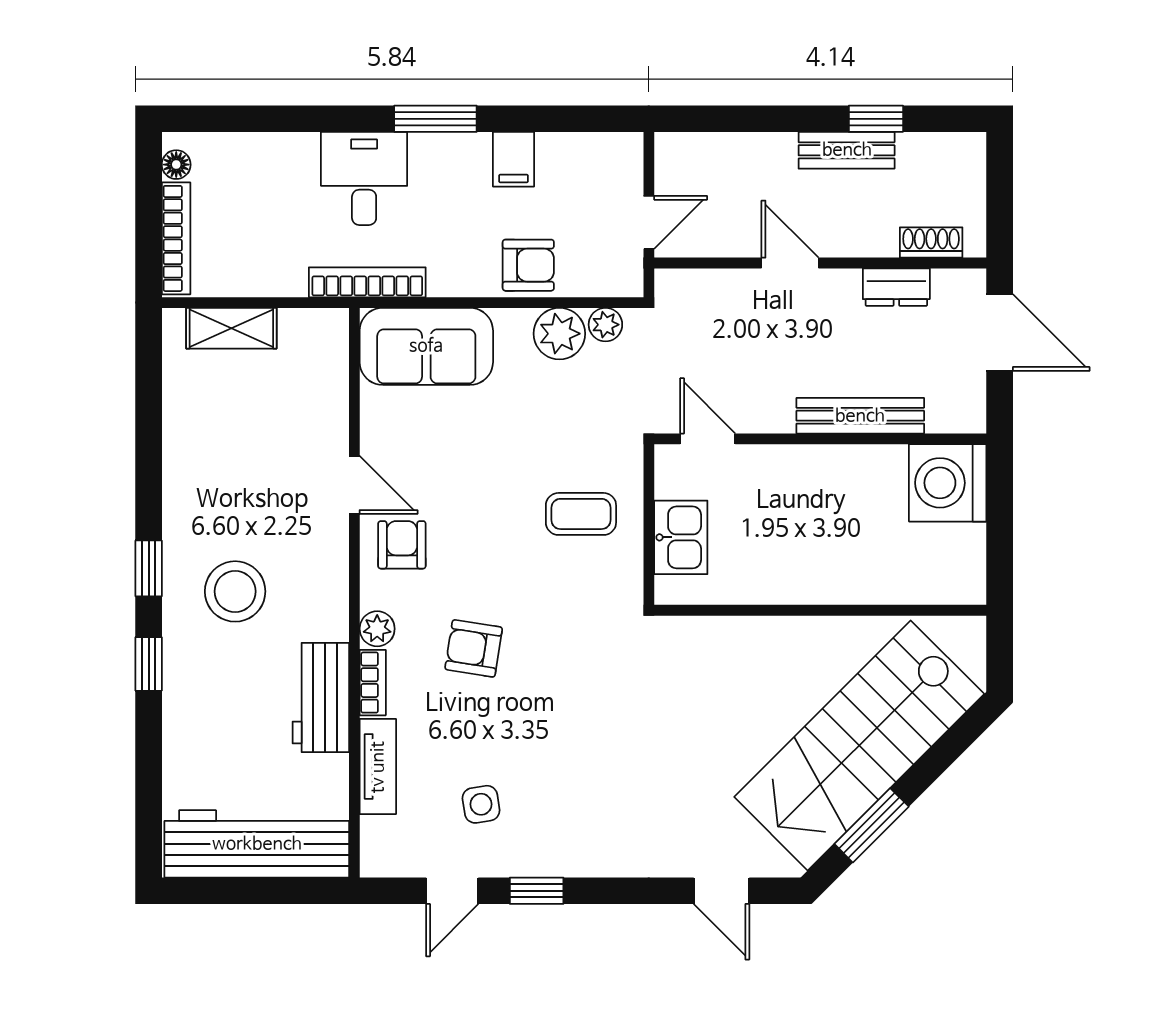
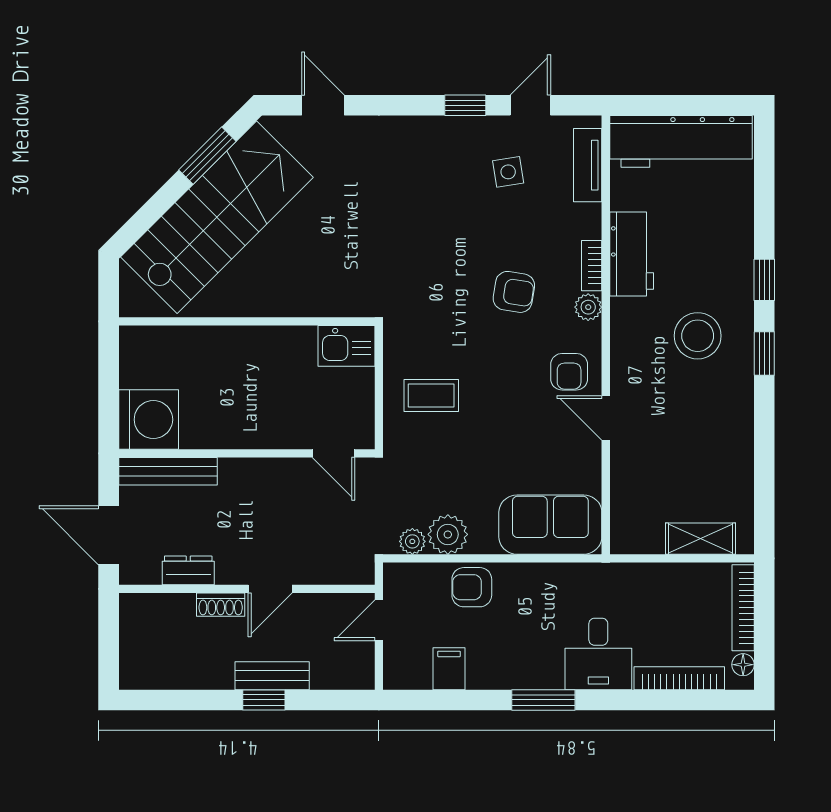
window: (876, 119) -> (264, 700), moved
bench: (847, 150) -> (272, 676), moved
filing cabinet: (513, 159) -> (449, 669), moved
shoe rack: (931, 243) -> (221, 605), moved
door: (790, 263) -> (270, 589), hinge flipped
bookcase: (367, 282) -> (679, 678), moved, turned 180
bench: (860, 416) -> (168, 471), moved
kitchen sink: (681, 537) -> (346, 346), moved, turned -90
tv unit: (378, 767) -> (588, 165), moved

